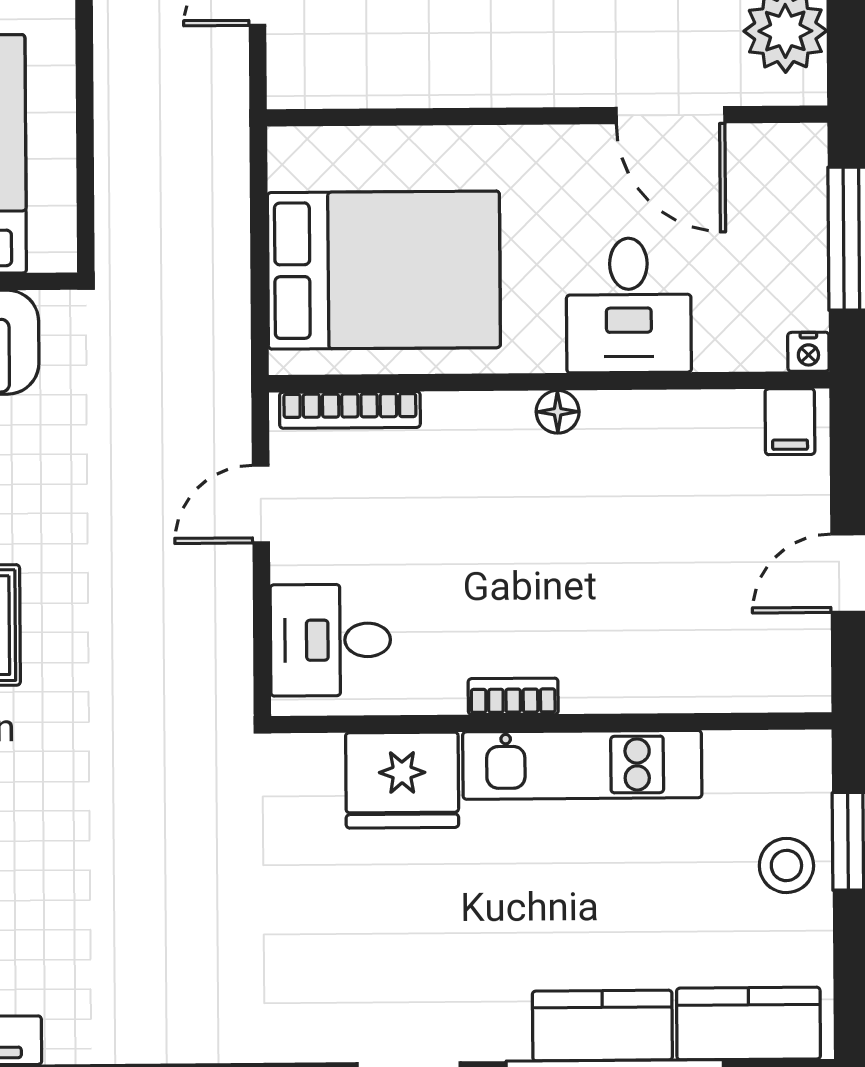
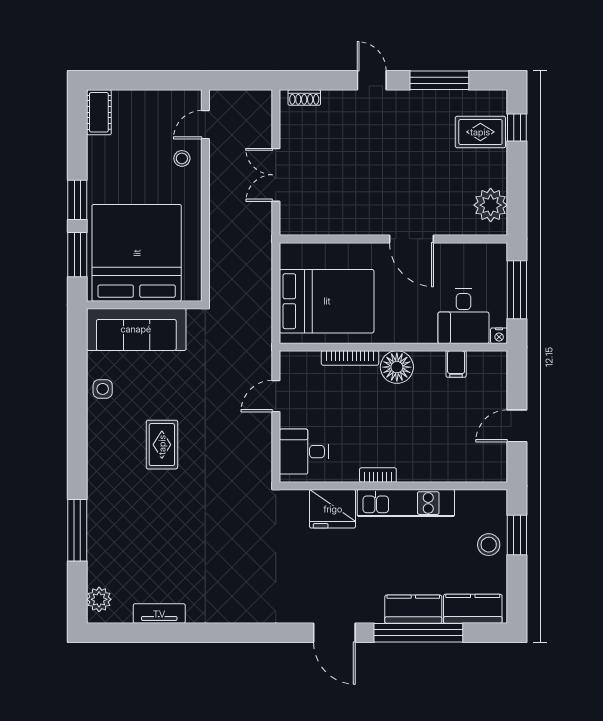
door: (670, 115) -> (411, 239), moved
desk: (629, 305) -> (463, 316), moved
bookcase: (350, 410) -> (350, 358), moved
floor lamp: (558, 412) -> (397, 367), width x1.89, depth x1.89
filing cabinet: (790, 422) -> (456, 364), moved

